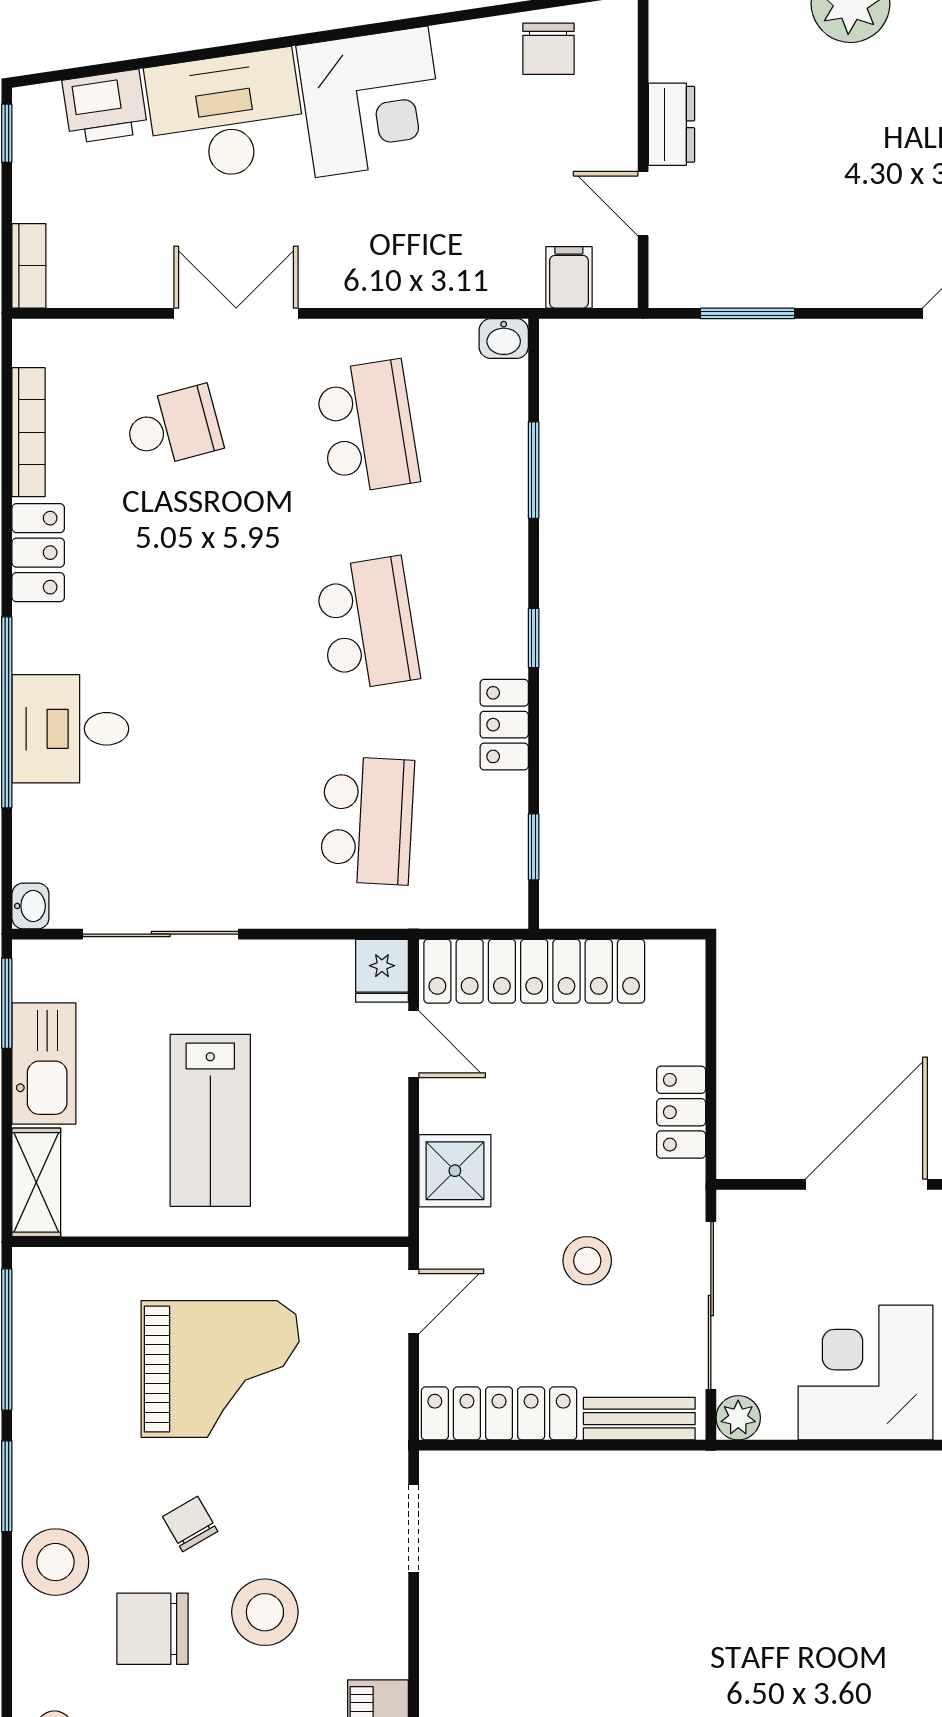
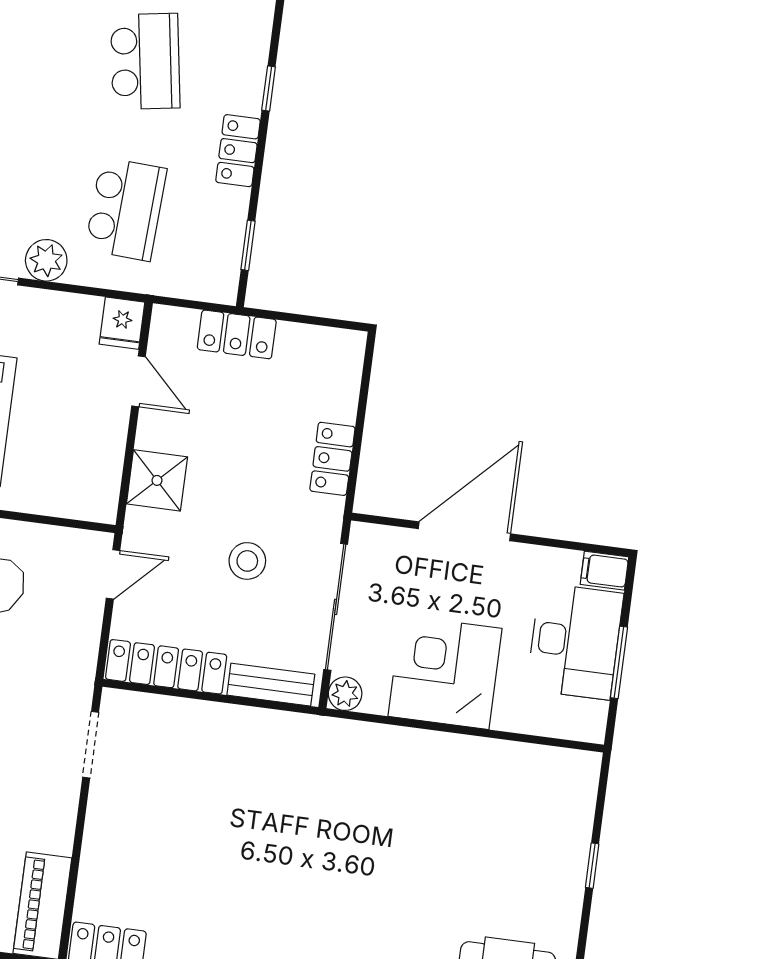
plant: (272, 901) -> (46, 260), added
locker: (534, 971) -> (237, 334), width x0.46, depth x0.83

